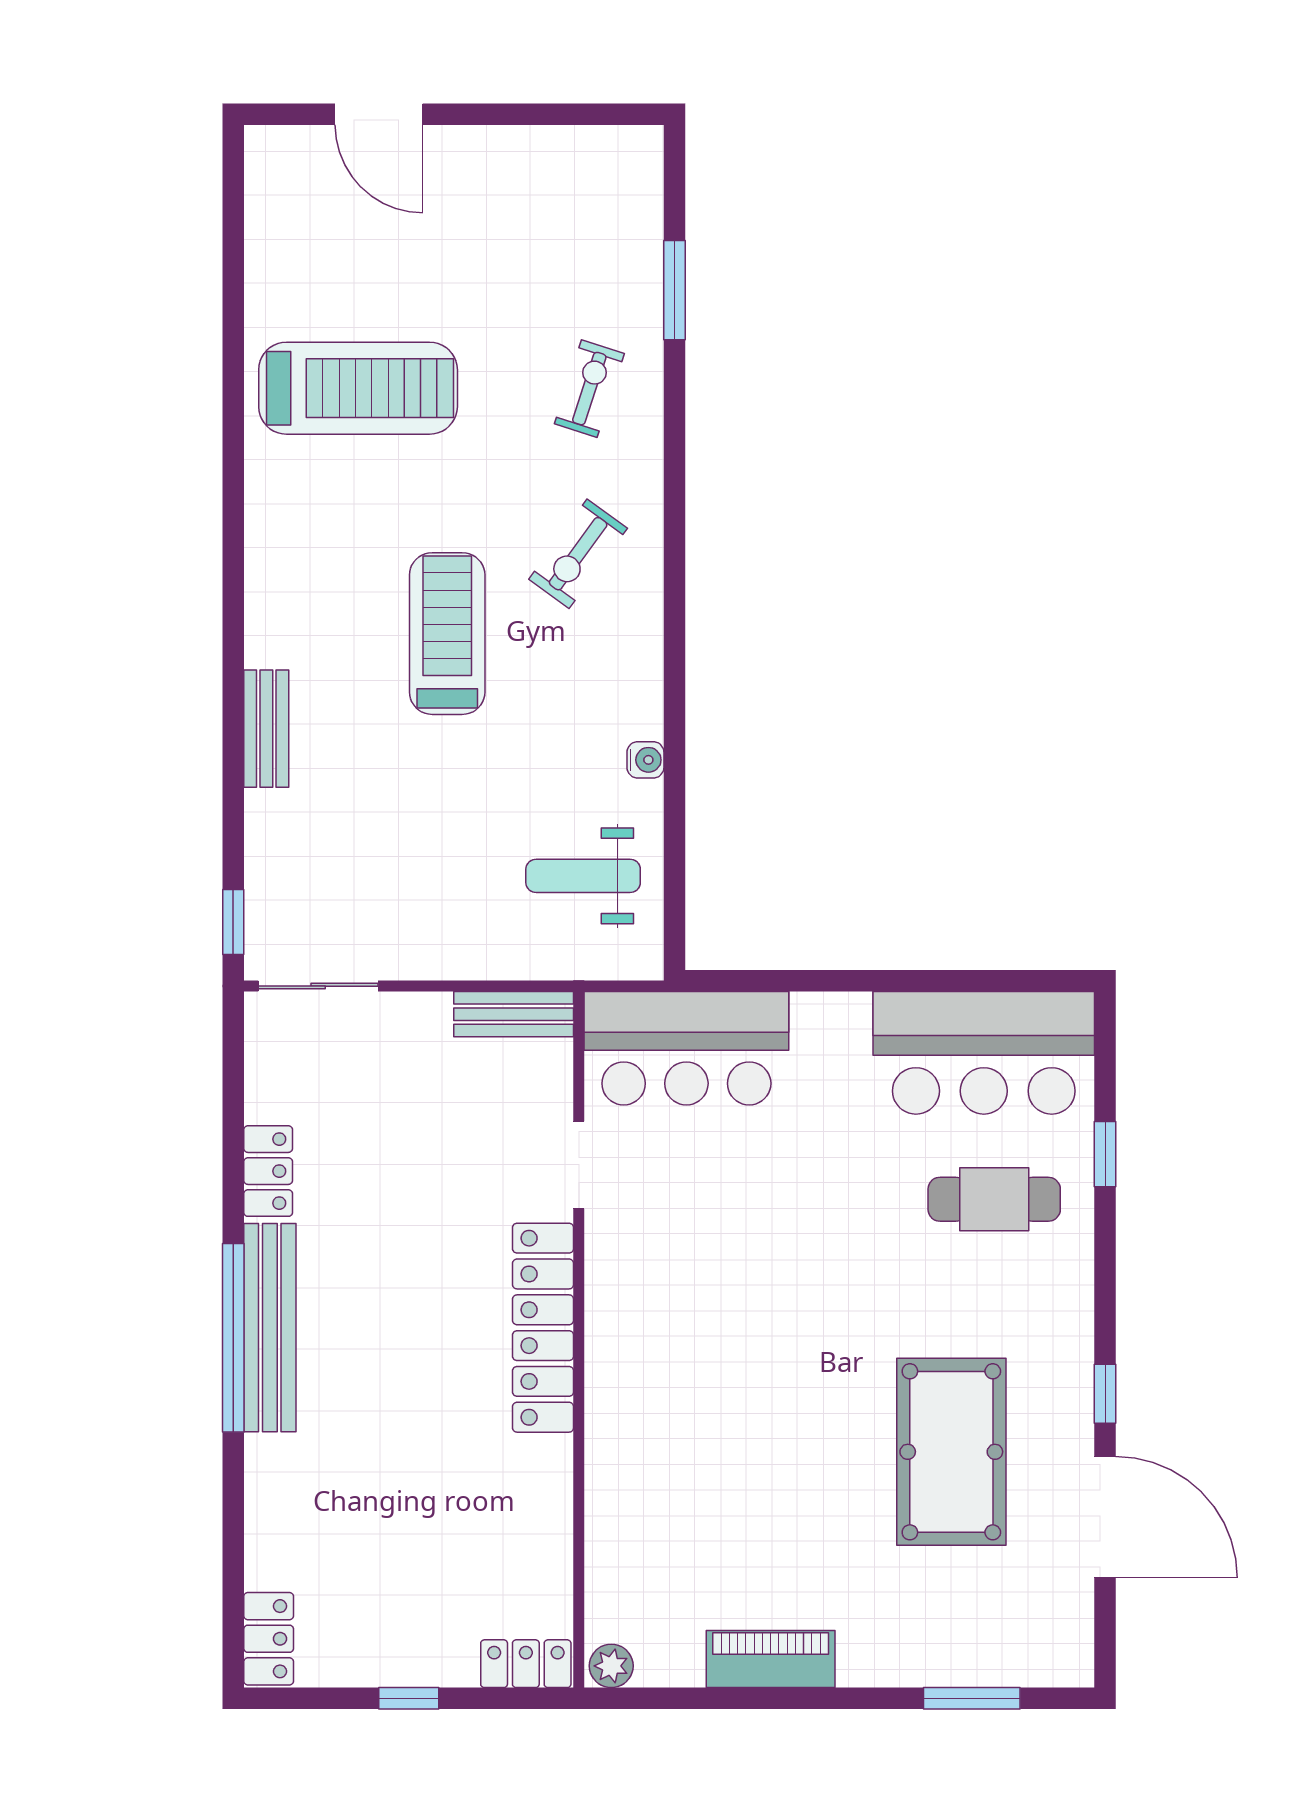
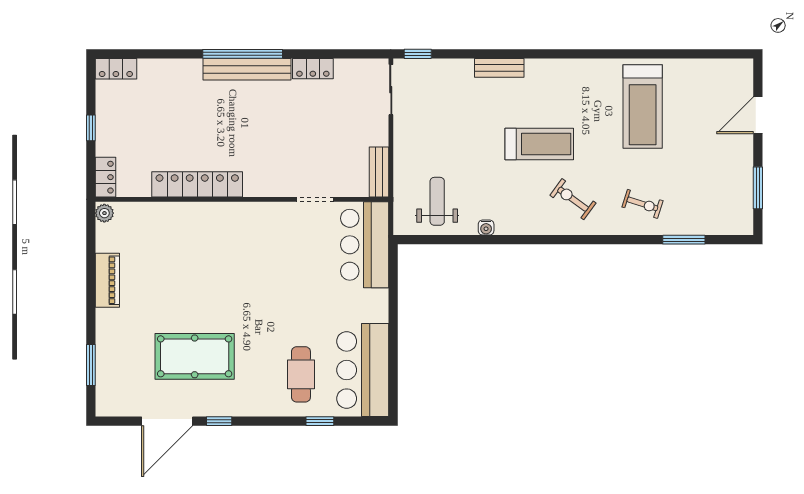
window: (551, 114) -> (758, 188), added
locker: (543, 1328) -> (197, 184), moved

